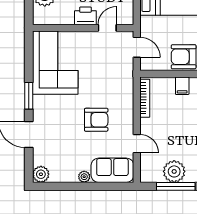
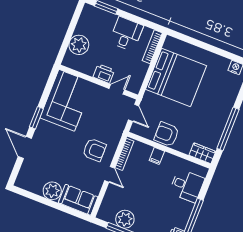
armchair: (96, 120) -> (94, 150), moved
door: (137, 144) -> (109, 174), moved
plant: (41, 174) -> (22, 181), removed
plant: (84, 177) -> (52, 191), width x1.87, depth x1.87

